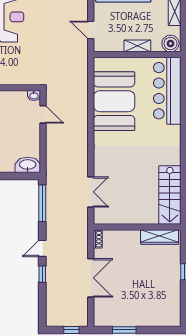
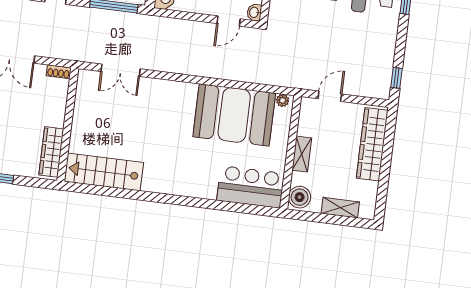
plant: (98, 66) -> (283, 100), added
bar counter: (167, 91) -> (251, 187), width x0.73

